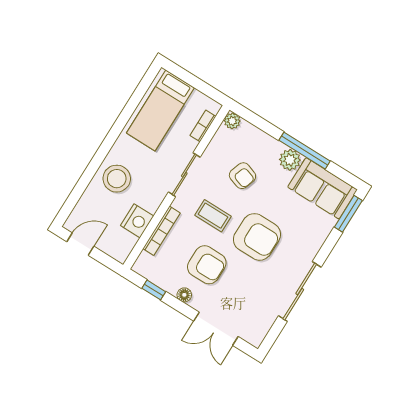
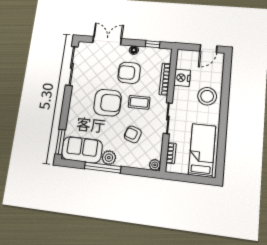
armchair: (257, 237) -> (108, 103), turned 180
sliding door: (300, 292) -> (72, 66), moved

